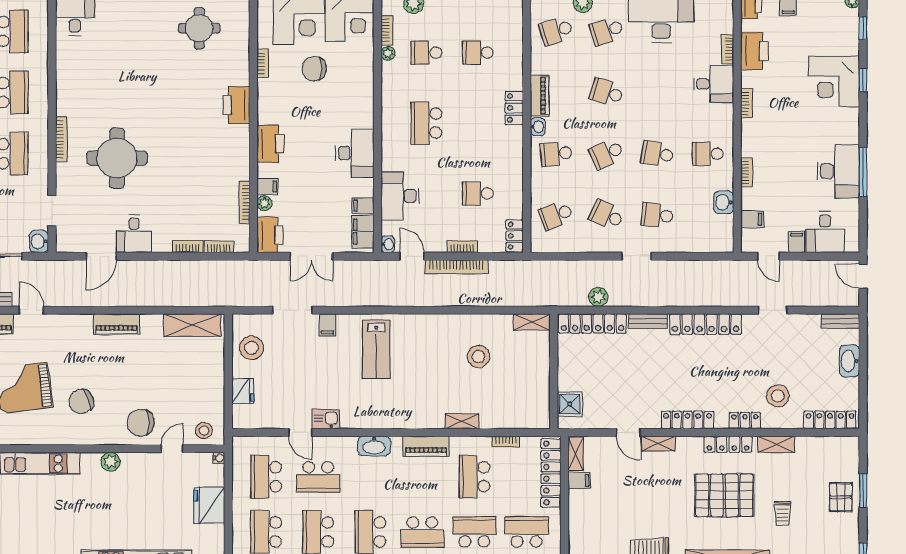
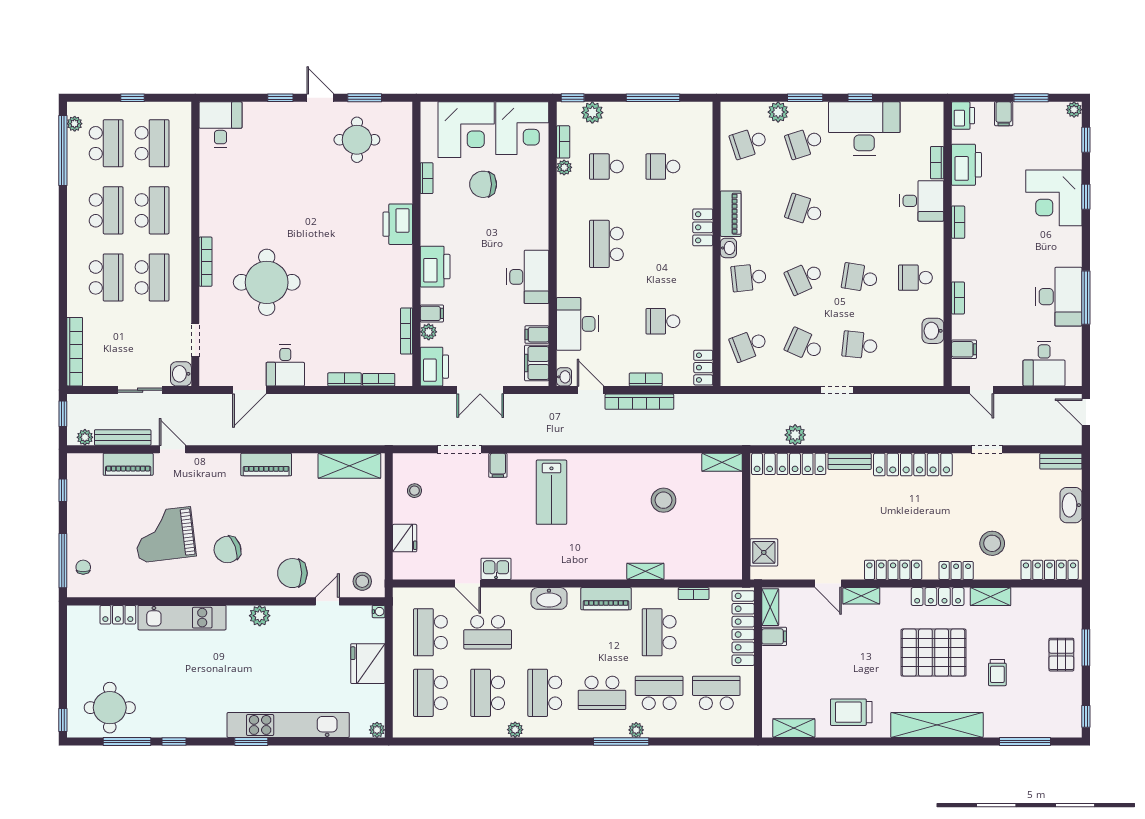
filing cabinet: (797, 242) -> (1013, 374), removed
stool: (252, 348) -> (414, 491), width x0.53, depth x0.53

